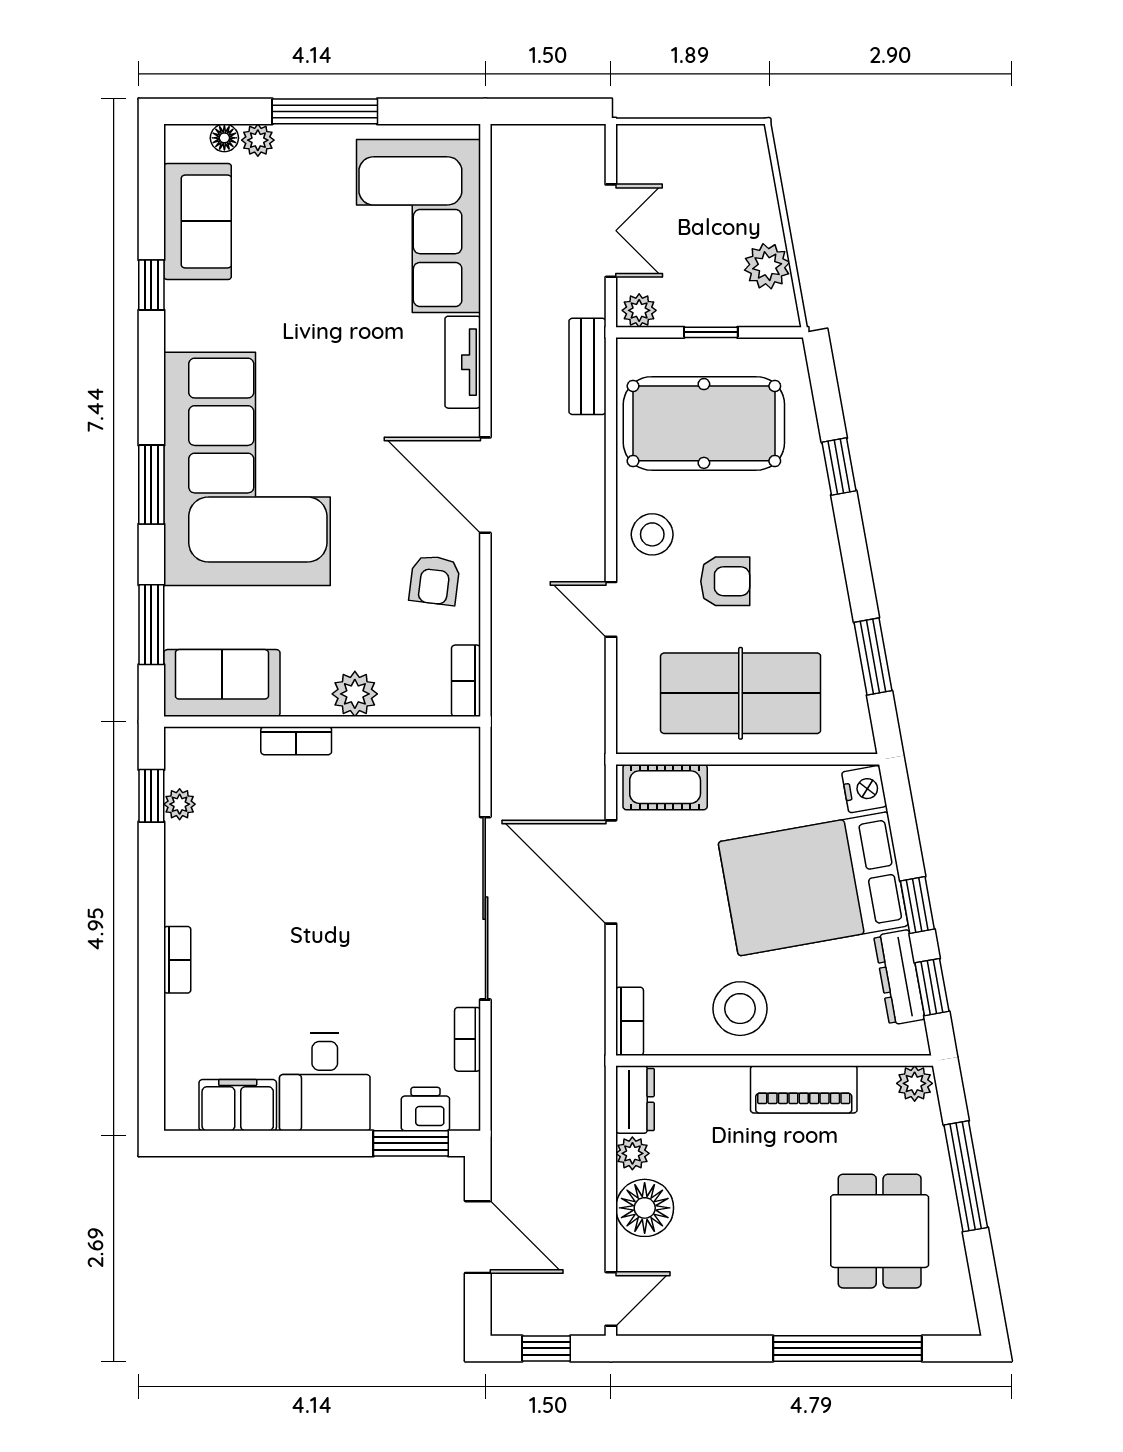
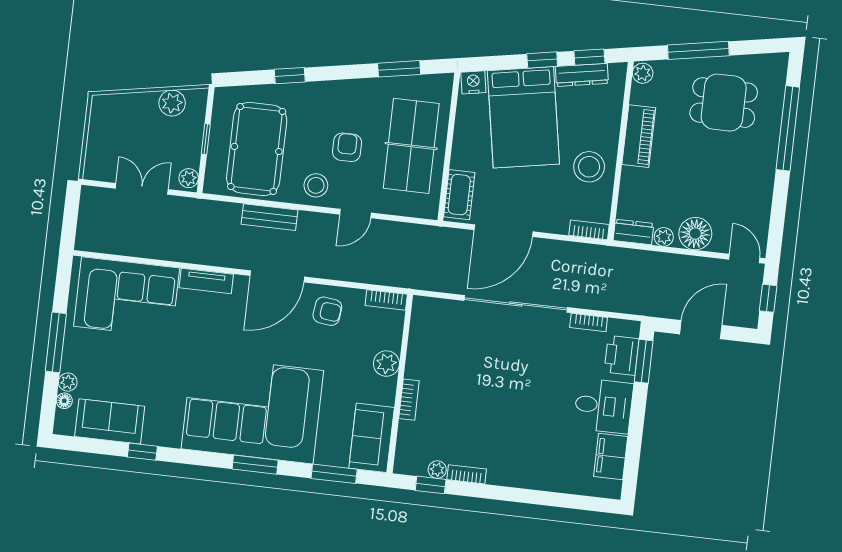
bench: (587, 366) -> (270, 217), moved
bookcase: (177, 960) -> (467, 474), moved
printer: (425, 1109) -> (622, 355), width x1.36, depth x1.24

